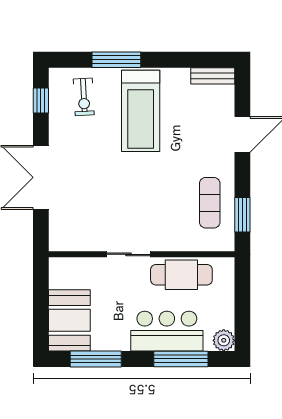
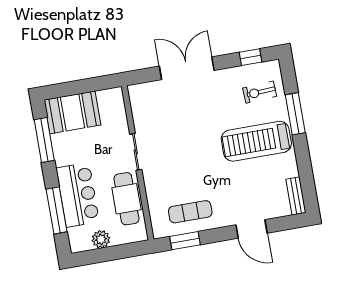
plant: (224, 340) -> (101, 239), moved

